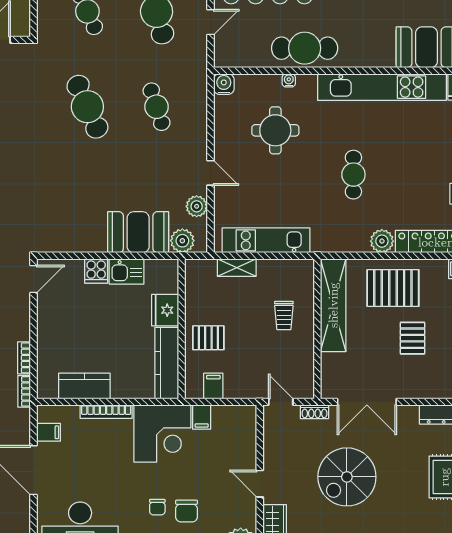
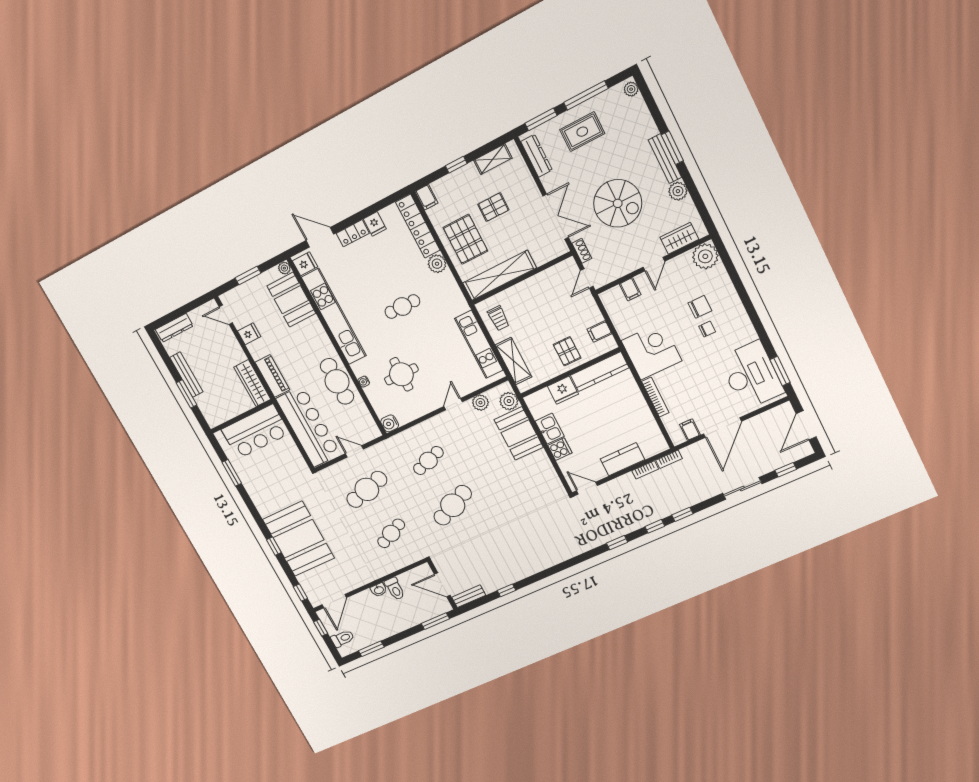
shelving: (237, 268) -> (513, 361), width x1.50, depth x1.33
trolley: (284, 316) -> (498, 318), moved, turned 90
kitchen counter: (84, 386) -> (622, 459), moved, turned 90
filing cabinet: (202, 417) -> (630, 289), moved, turned 90

